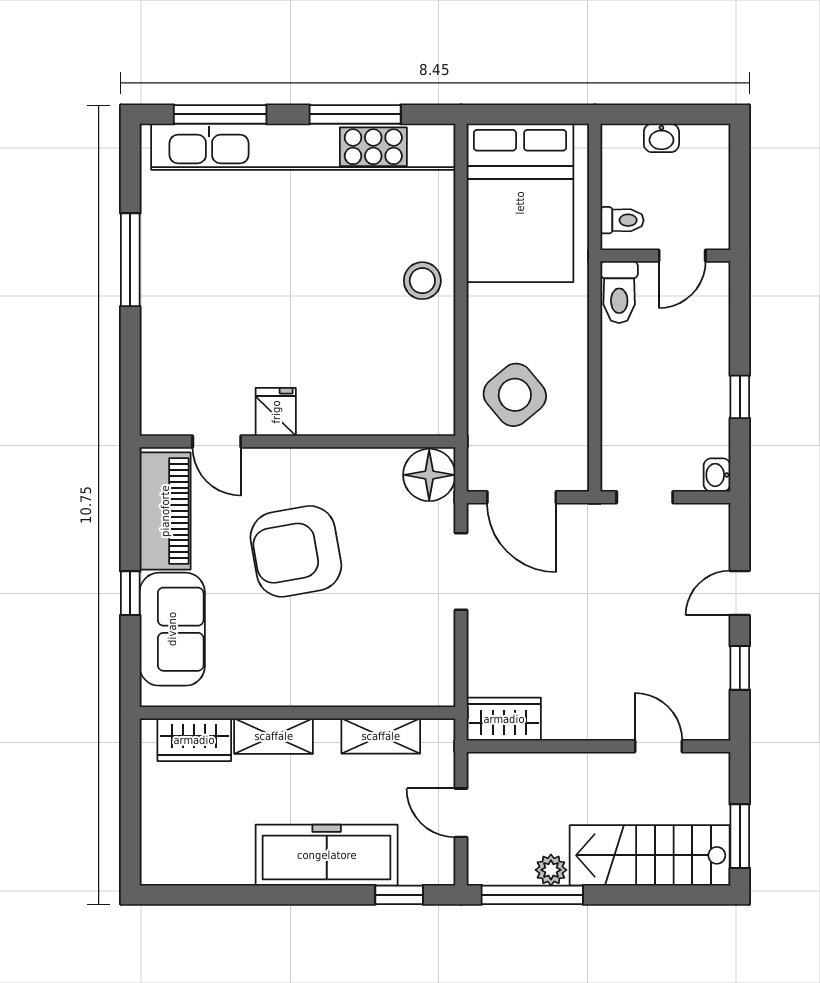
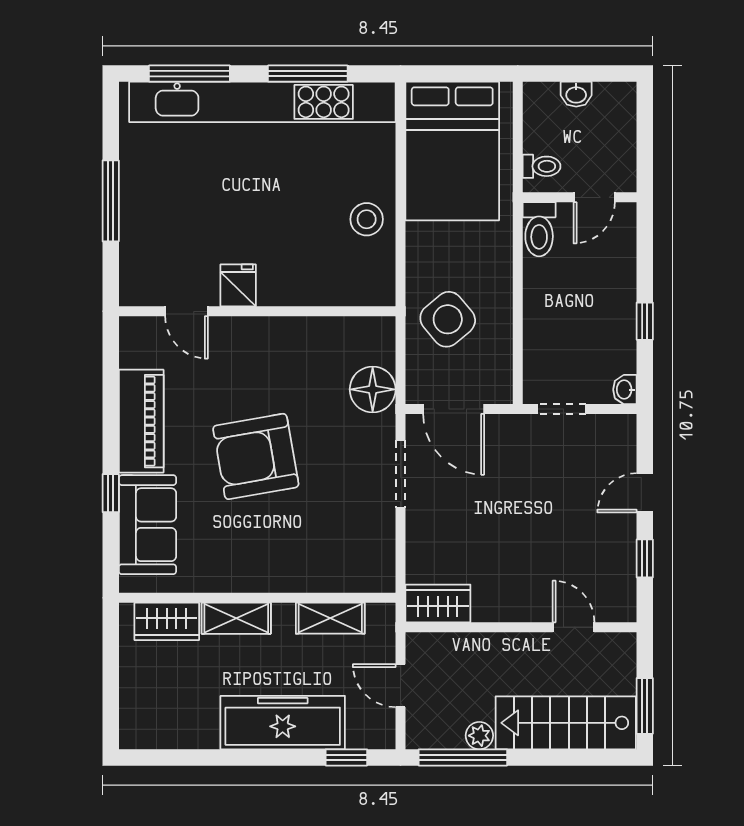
fridge: (276, 412) -> (238, 285), moved
door: (217, 441) -> (186, 311), moved
wall: (297, 441) -> (257, 311), moved

